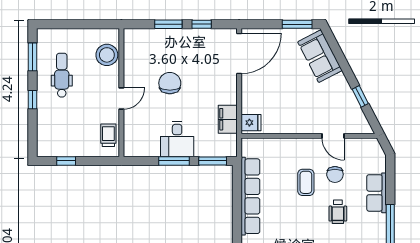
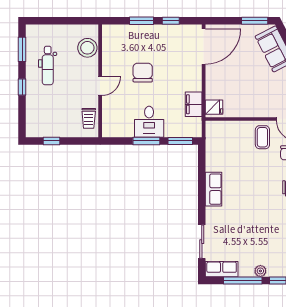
dental chair: (62, 75) -> (48, 66), turned 180
trolley: (108, 135) -> (89, 118), turned 180
coffee table: (306, 182) -> (262, 137), moved
row of seats: (250, 196) -> (213, 189), width x0.50

